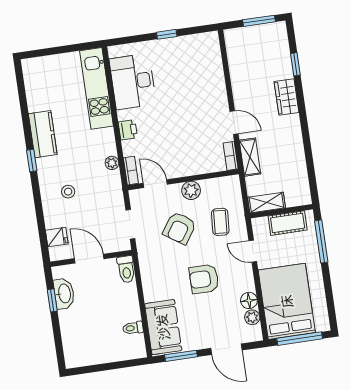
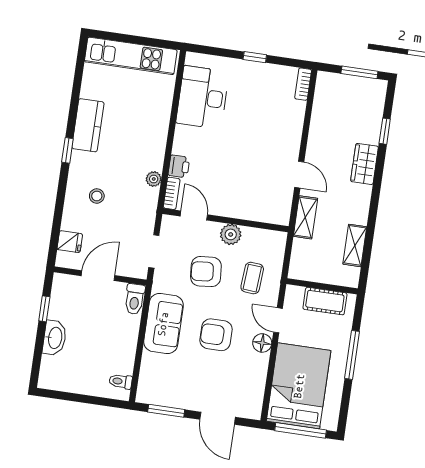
kitchen unit: (97, 88) -> (131, 56), moved, turned -90
printer: (128, 130) -> (179, 166), moved
bookcase: (231, 156) -> (303, 84), moved
shelving: (266, 203) -> (355, 245), moved, turned 90
armchair: (179, 228) -> (206, 272), turned 51
window: (321, 241) -> (352, 355), moved
door: (89, 259) -> (98, 276), hinge flipped
washbasin: (64, 294) -> (55, 338), moved
floor lamp: (249, 300) -> (262, 343), moved
plant: (252, 317) -> (256, 392), removed
sofa: (163, 327) -> (163, 324), moved
toilet: (133, 328) -> (121, 381), moved

